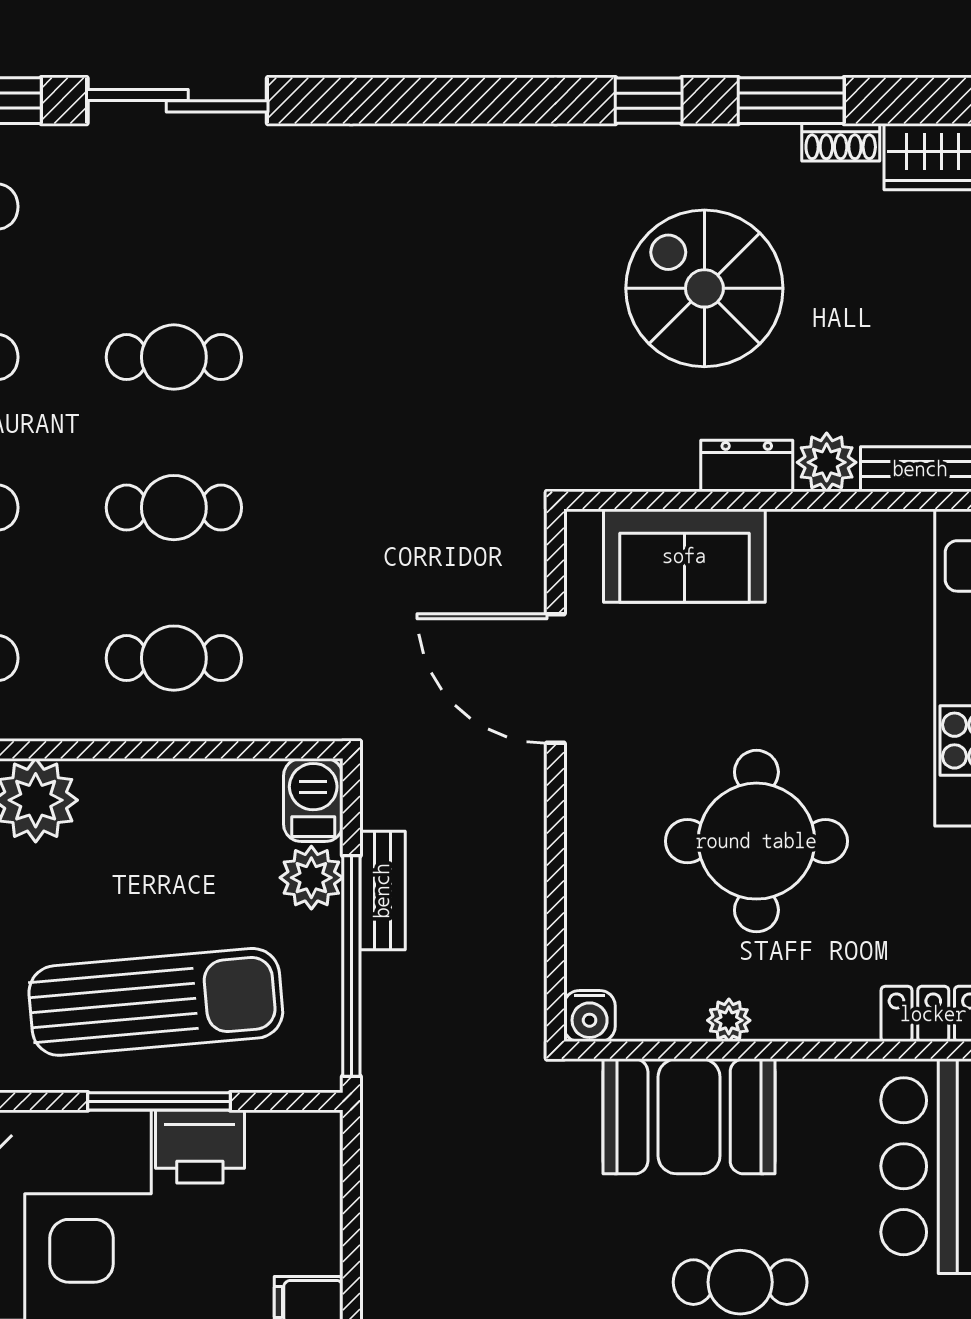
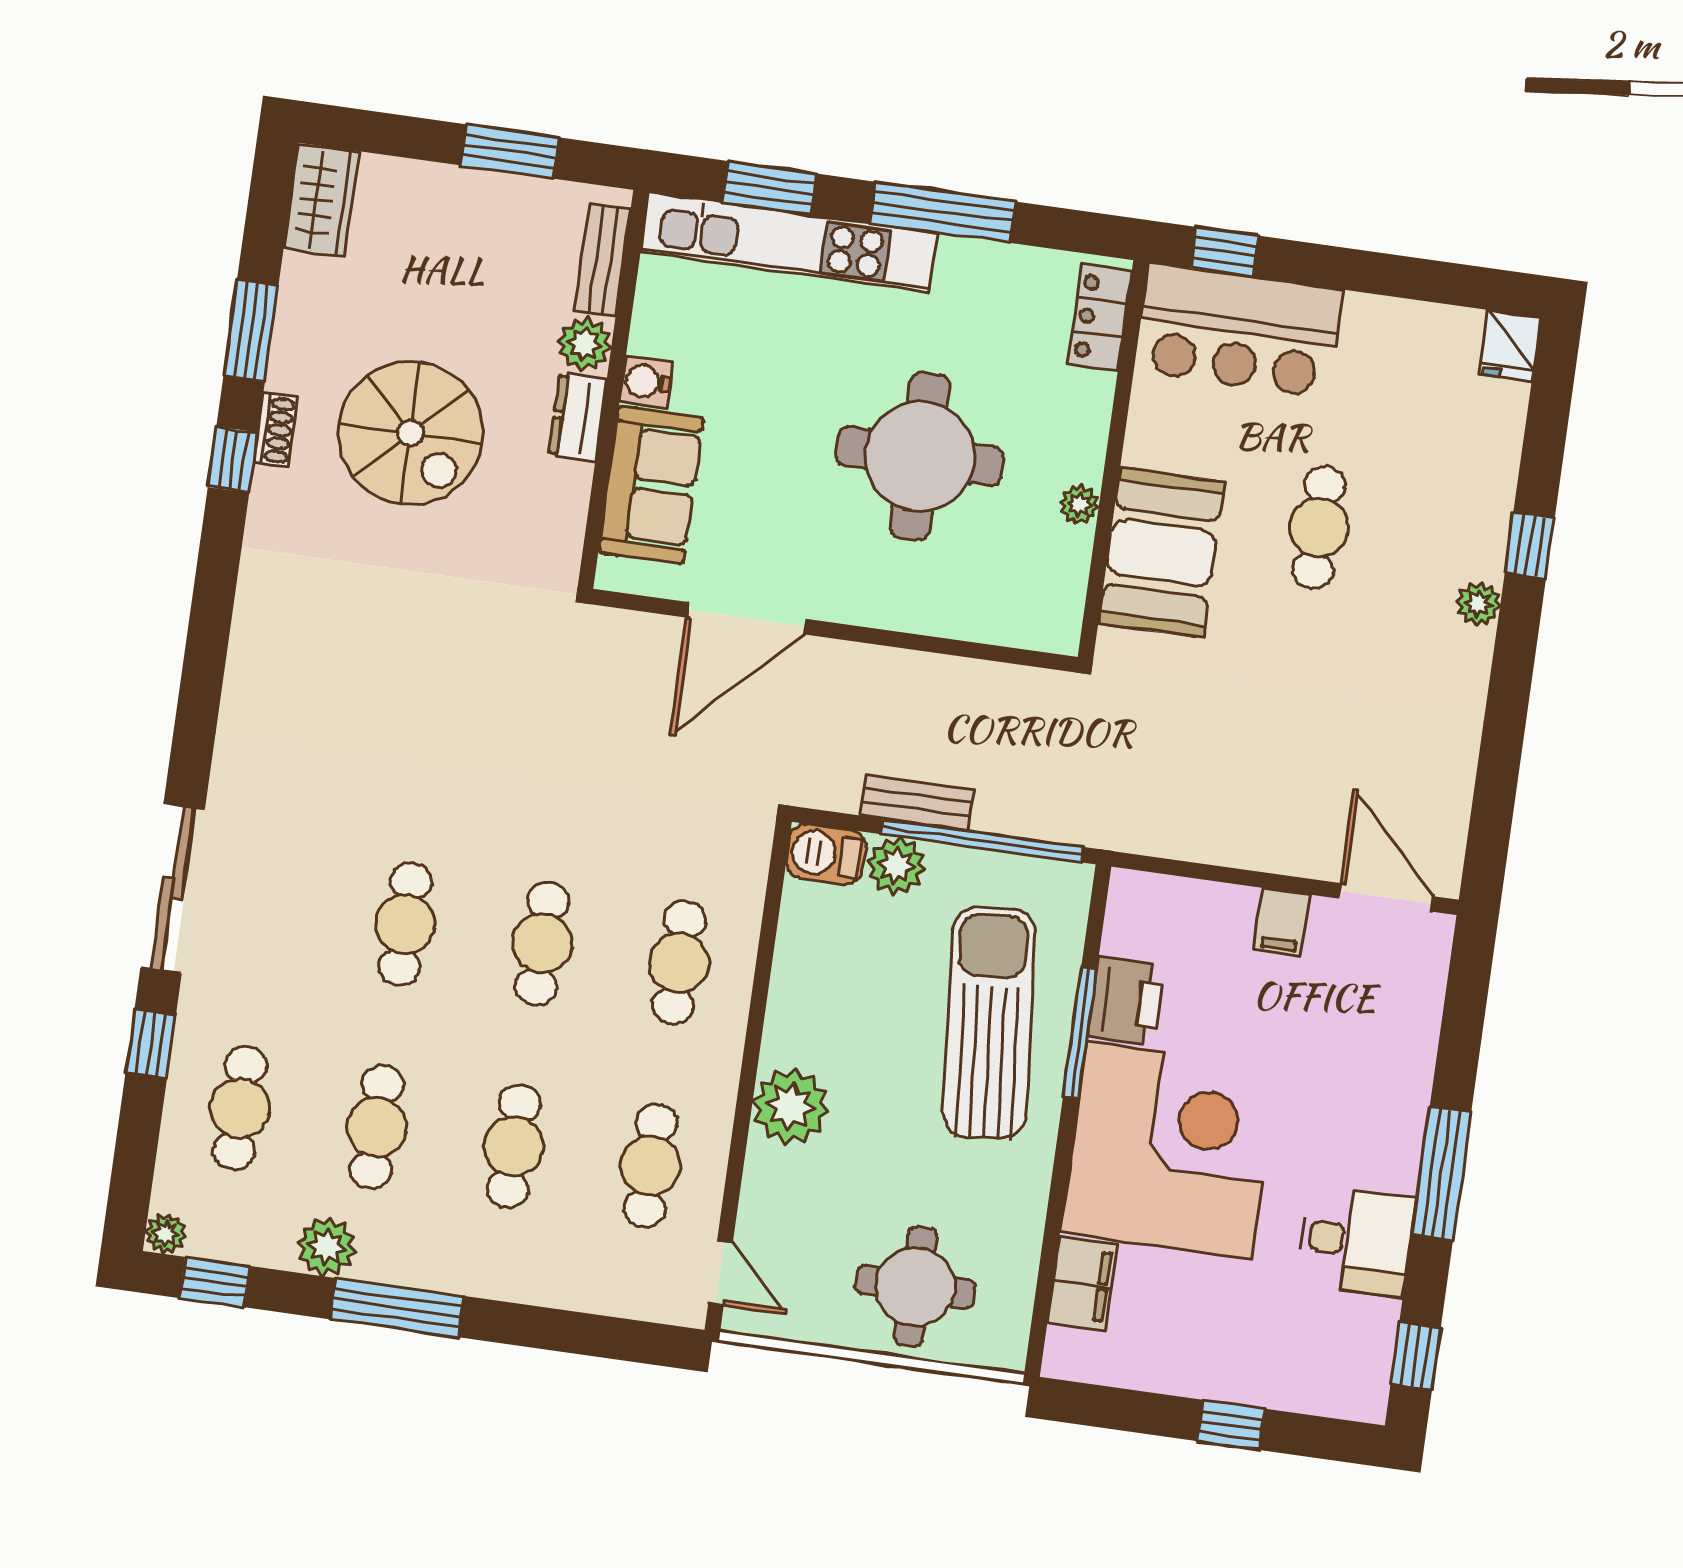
shoe rack: (841, 142) -> (276, 430), moved
spiral stairs: (704, 288) -> (411, 433), turned -90
water cooler: (590, 1016) -> (646, 382), moved, turned 180

